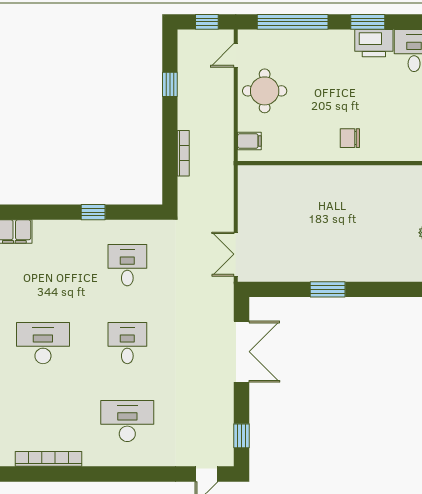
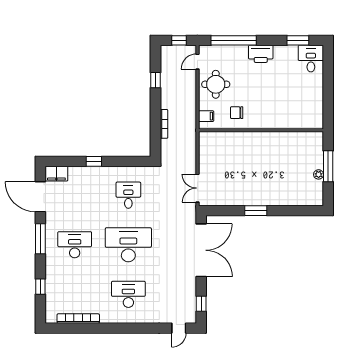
window: (368, 22) -> (298, 40), moved
printer: (374, 43) -> (261, 54), moved
chair: (350, 138) -> (237, 113), moved
window: (93, 212) -> (94, 161), moved
desk: (127, 343) -> (128, 245), width x1.87, depth x1.30
double door: (242, 352) -> (201, 250), width x1.36

